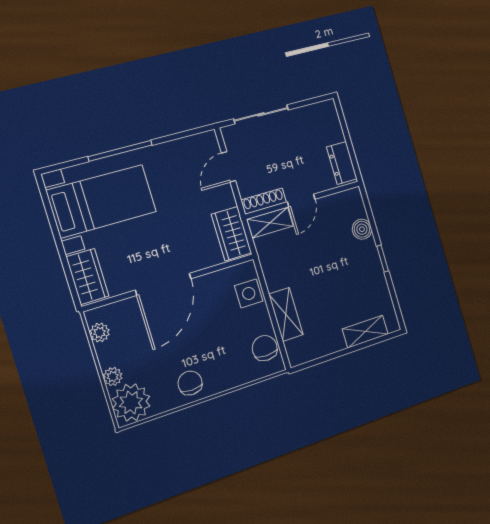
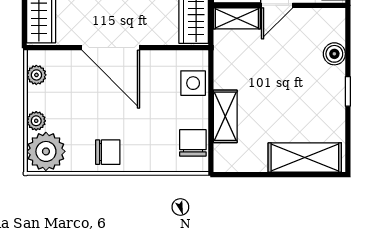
door: (163, 284) -> (111, 48), hinge flipped
shelving: (365, 332) -> (305, 157), width x1.50, depth x1.33
chair: (190, 383) -> (108, 152), turned 90

